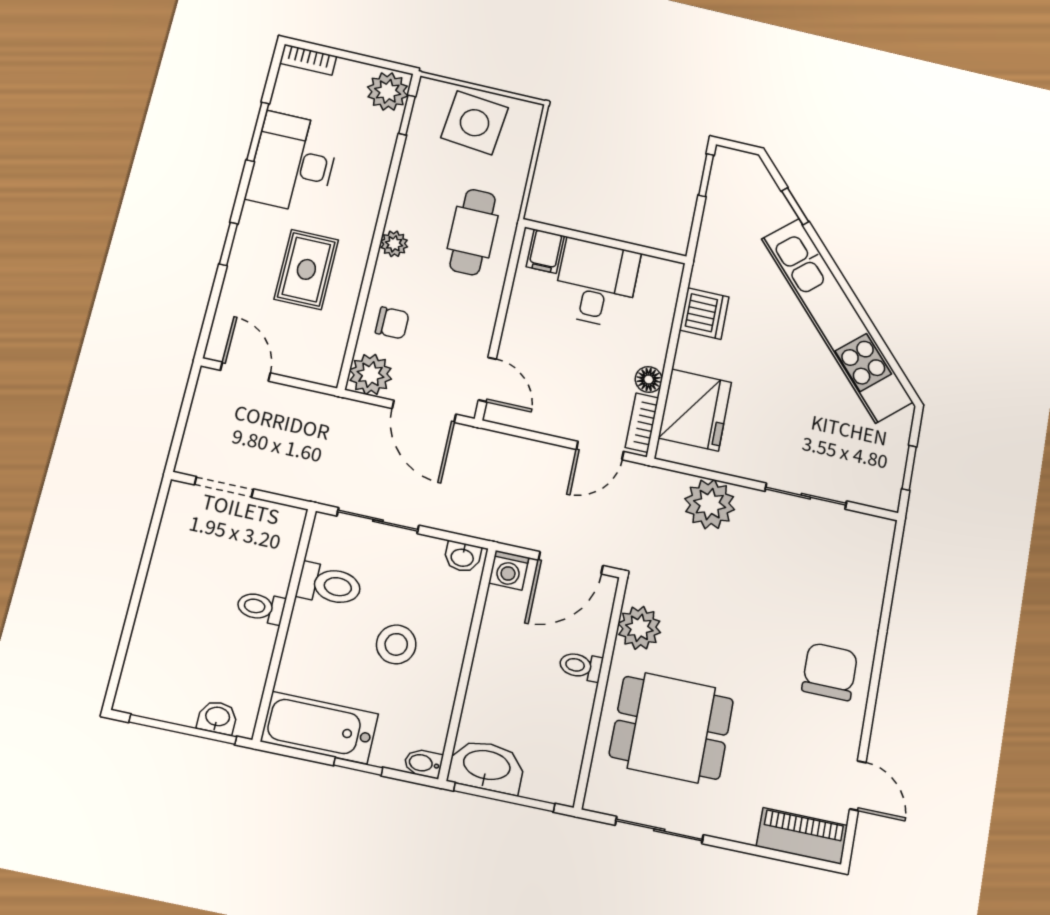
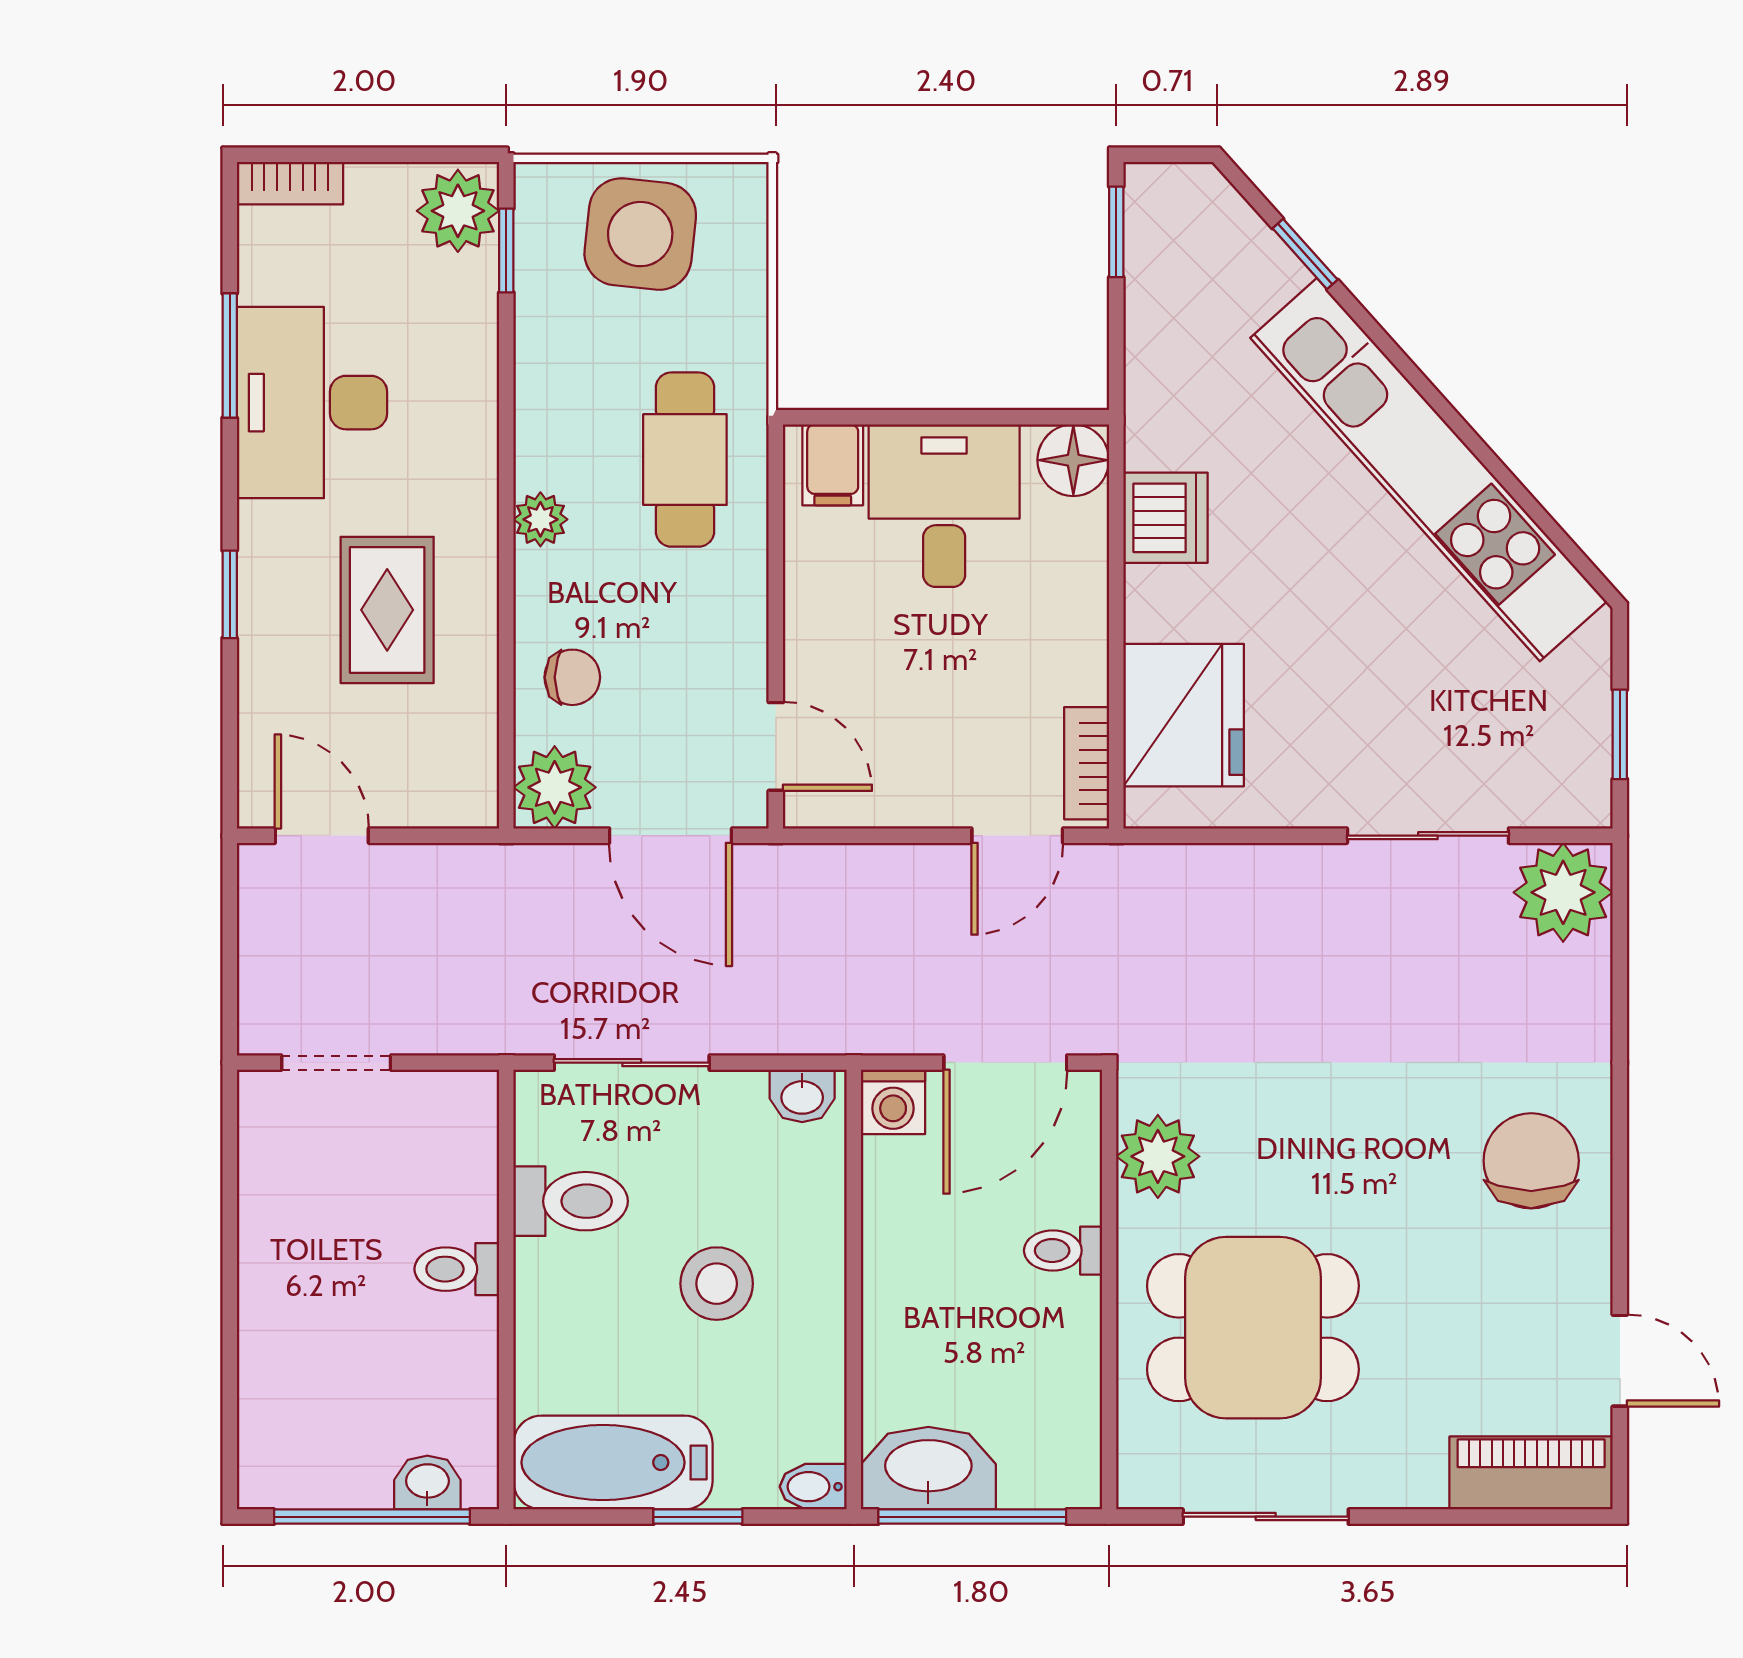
floor lamp: (649, 379) -> (1073, 460), moved, width x1.37, depth x1.37
plant: (710, 504) -> (1563, 892), moved

